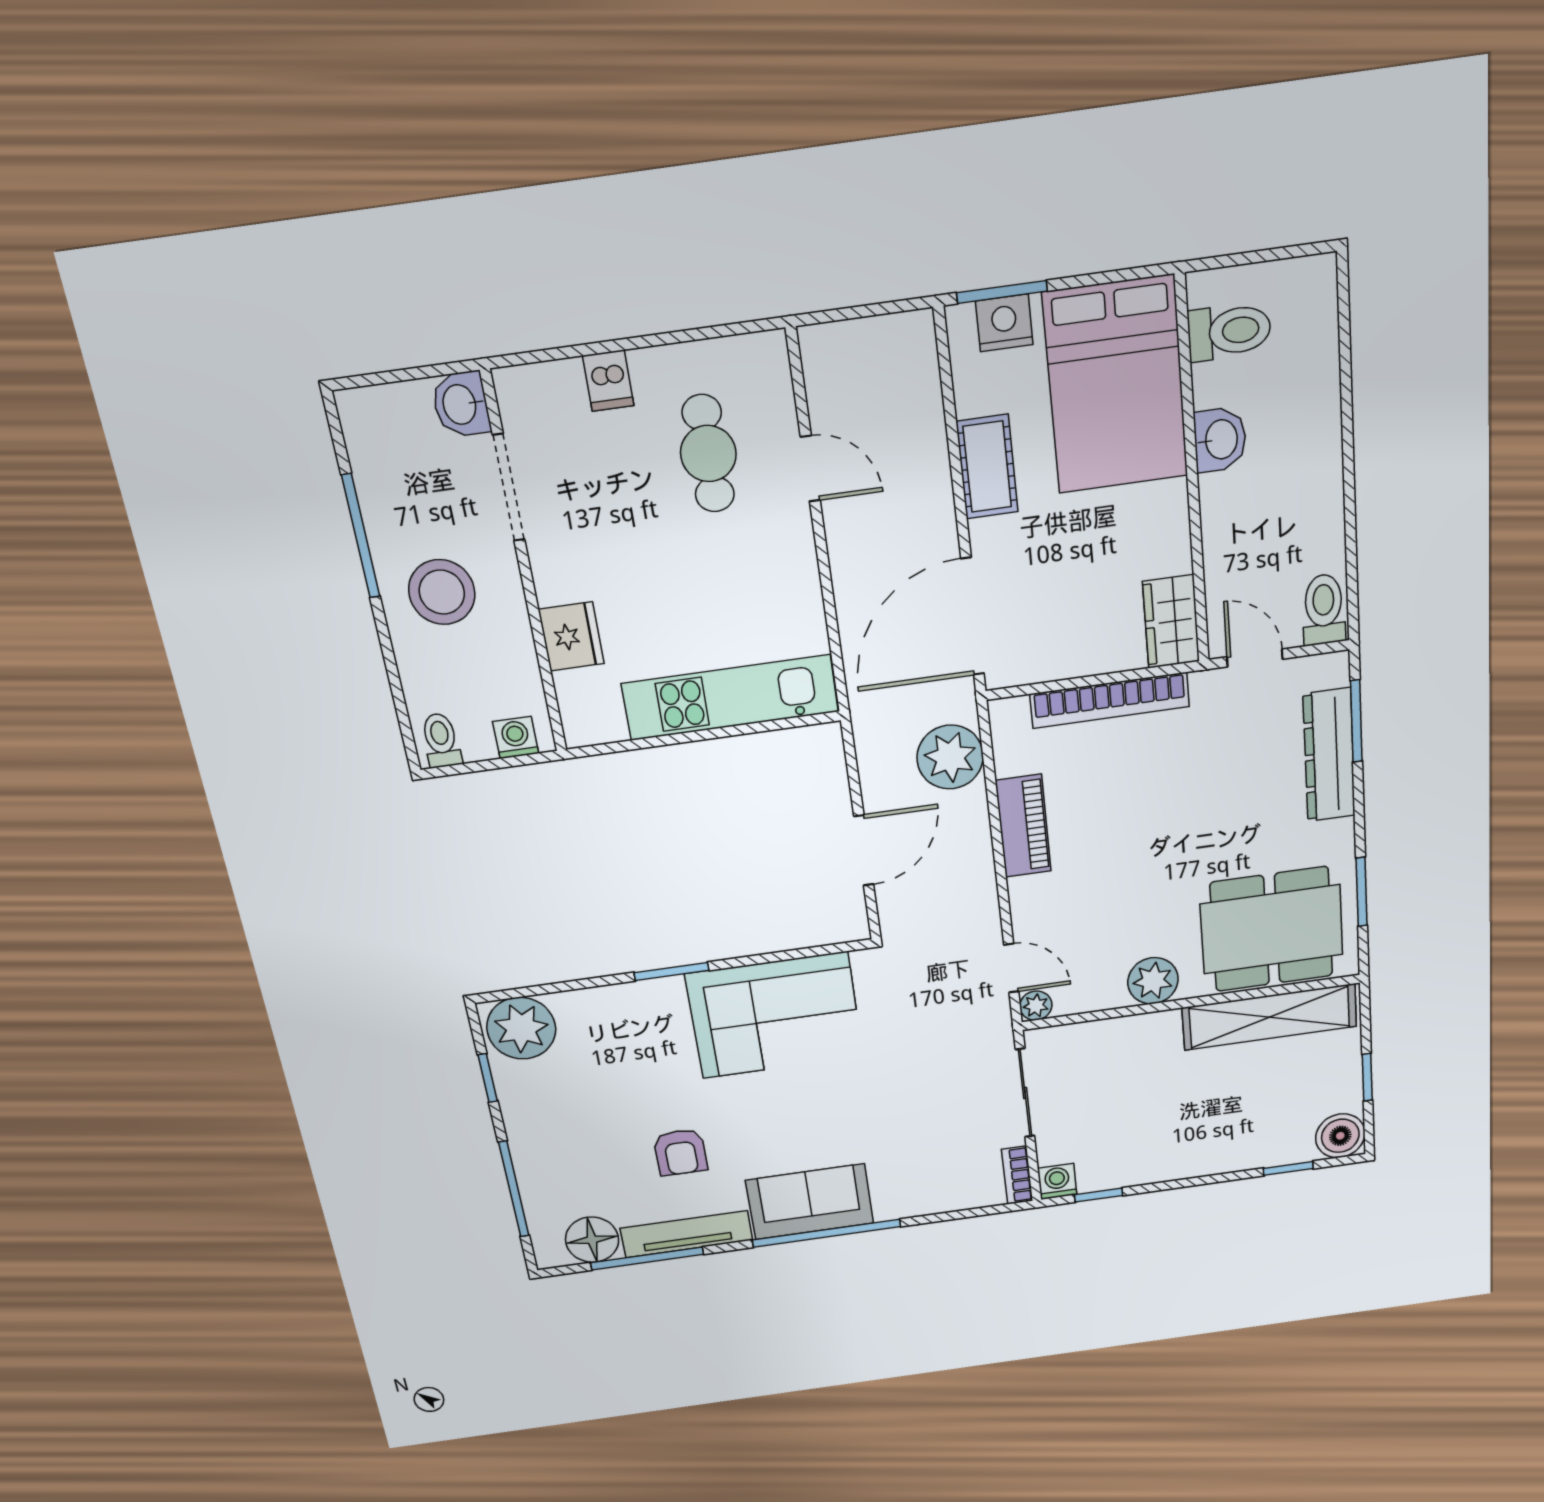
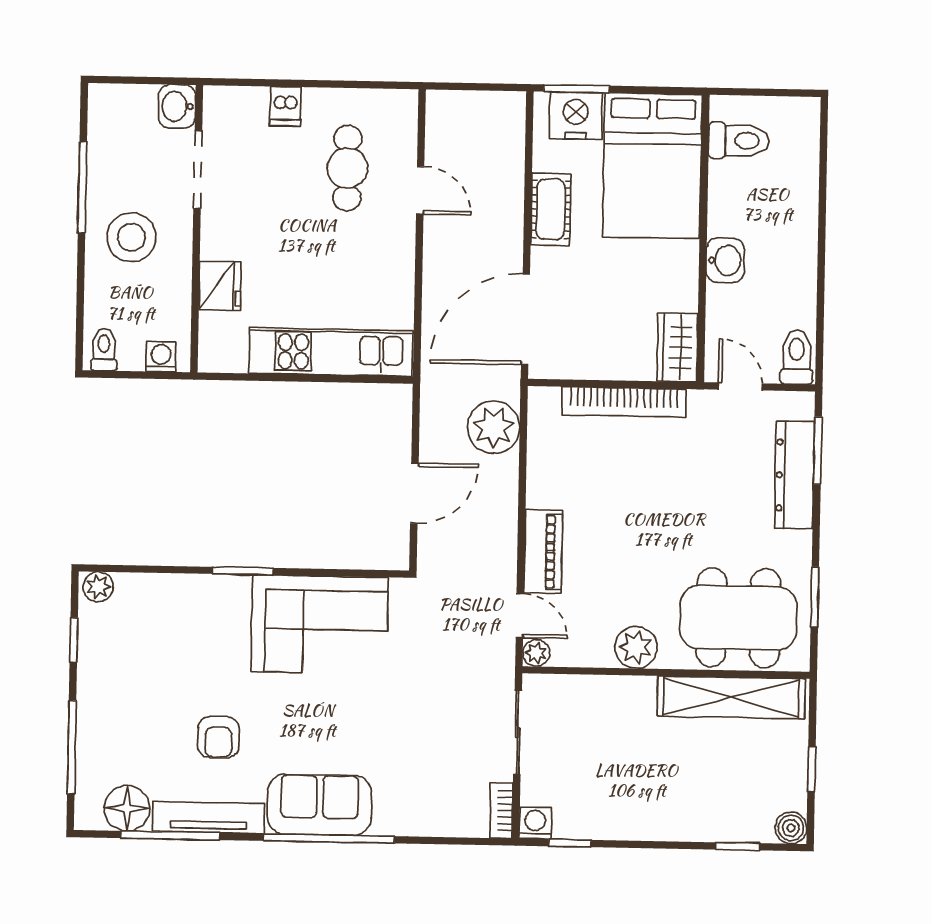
nightstand: (1004, 323) -> (576, 116), width x1.36, depth x1.33
washbasin: (1220, 440) -> (725, 260), moved
piano: (1023, 826) -> (543, 552), moved
plant: (521, 1028) -> (98, 587), width x0.53, depth x0.53
boiler: (1340, 1136) -> (791, 828), width x0.73, depth x0.73

